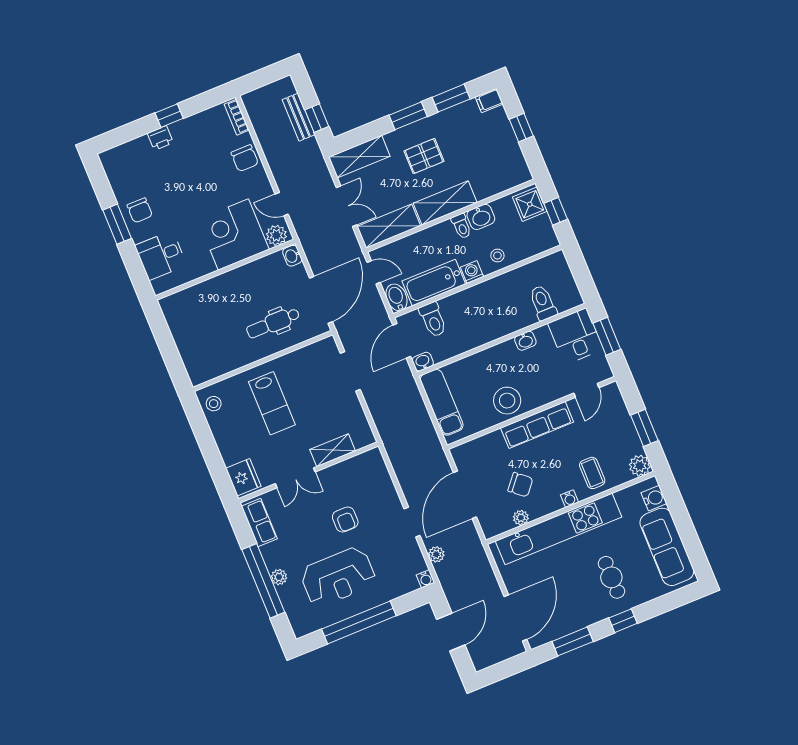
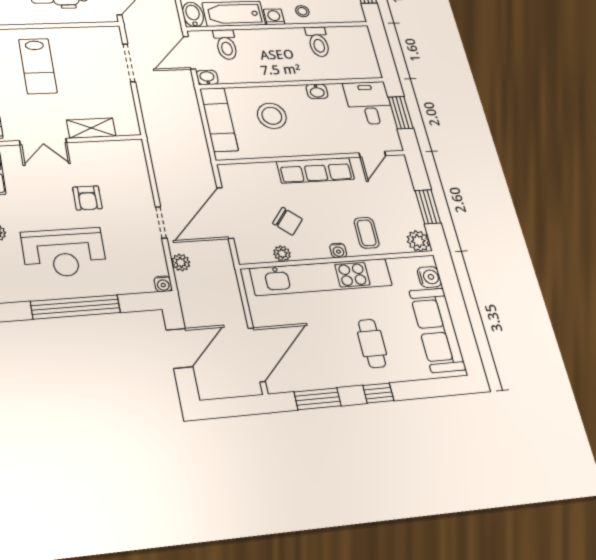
toilet: (543, 303) -> (318, 42), moved, turned 180
stool: (507, 401) -> (272, 116), moved

